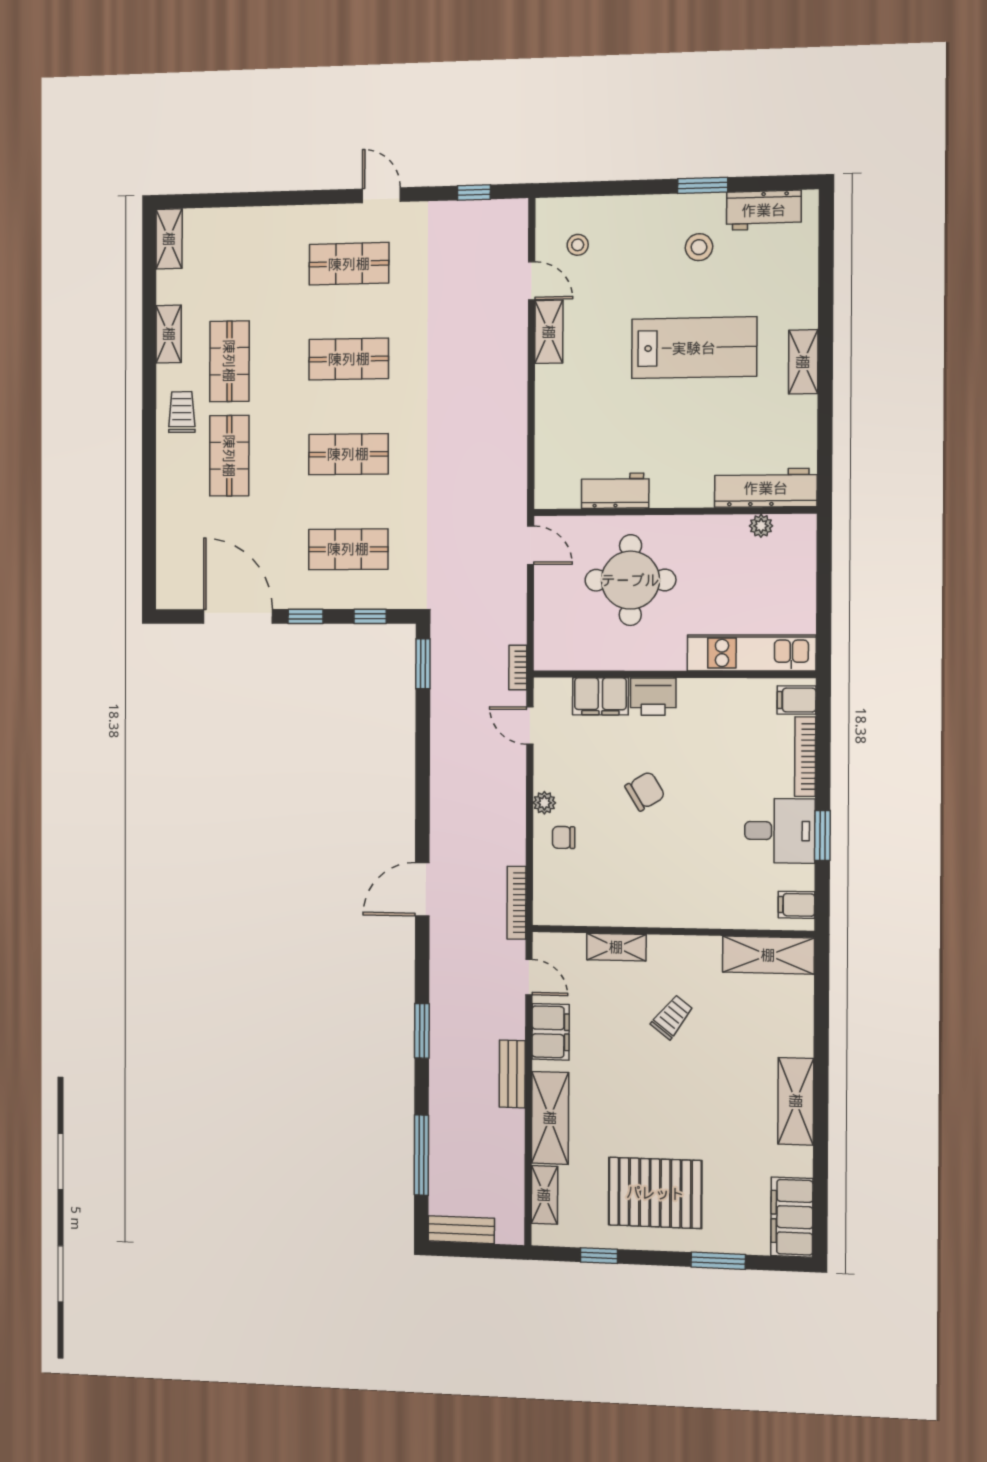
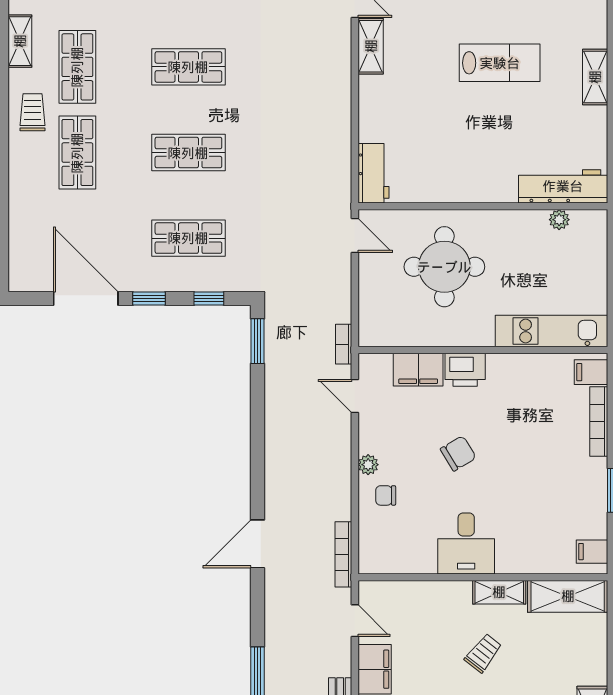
lab bench: (694, 348) -> (500, 63), width x0.73, depth x0.72
workbench: (615, 491) -> (373, 173), moved, turned 90
desk: (780, 831) -> (466, 543), moved, turned 90
shelving: (616, 947) -> (499, 592), moved

